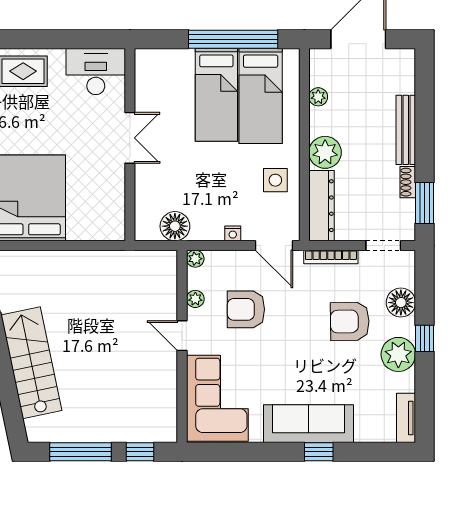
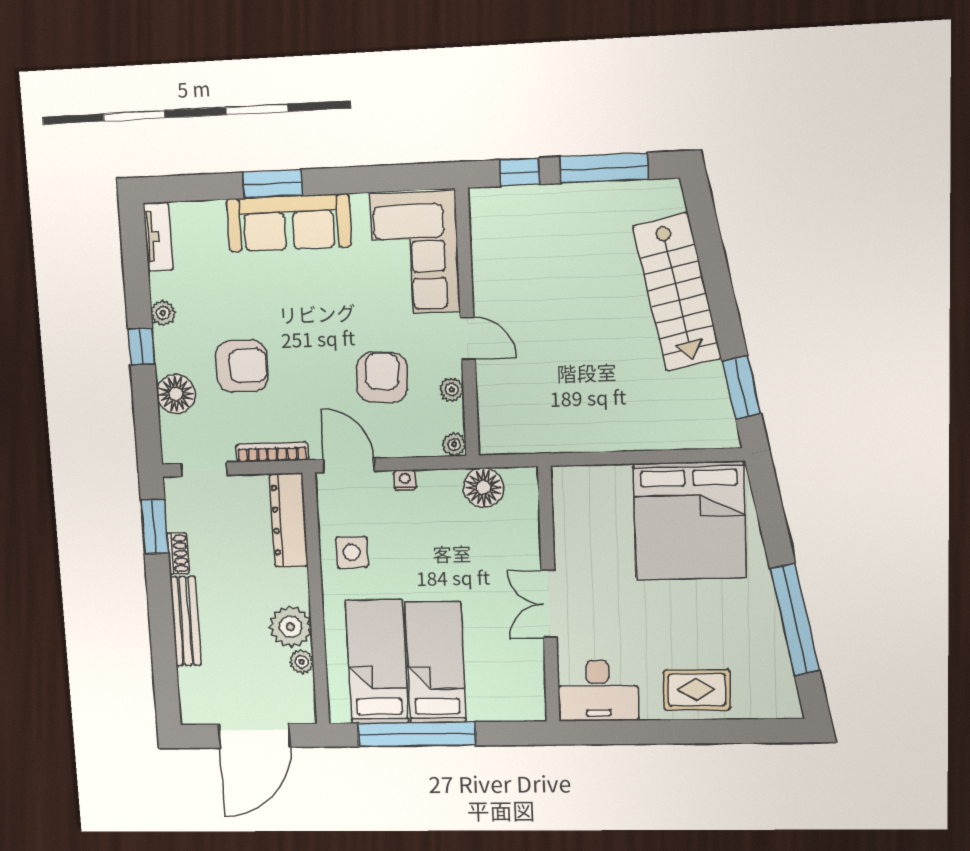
plant: (325, 152) -> (291, 627), moved
armchair: (246, 309) -> (382, 378), turned -87
plant: (398, 354) -> (163, 313), width x0.53, depth x0.53
window: (319, 452) -> (273, 184), width x1.50

